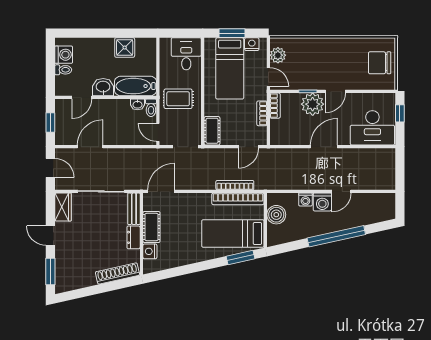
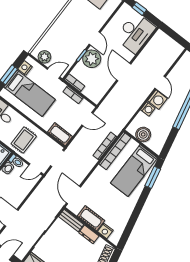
door: (248, 147) -> (87, 119), hinge flipped

